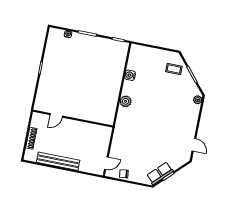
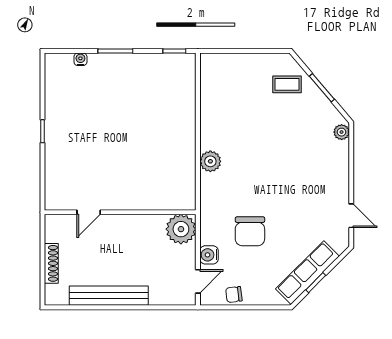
water cooler: (130, 75) -> (209, 255), moved
plant: (103, 134) -> (181, 229), added
chair: (139, 142) -> (250, 231), added
row of seats: (160, 173) -> (307, 273), width x1.48

